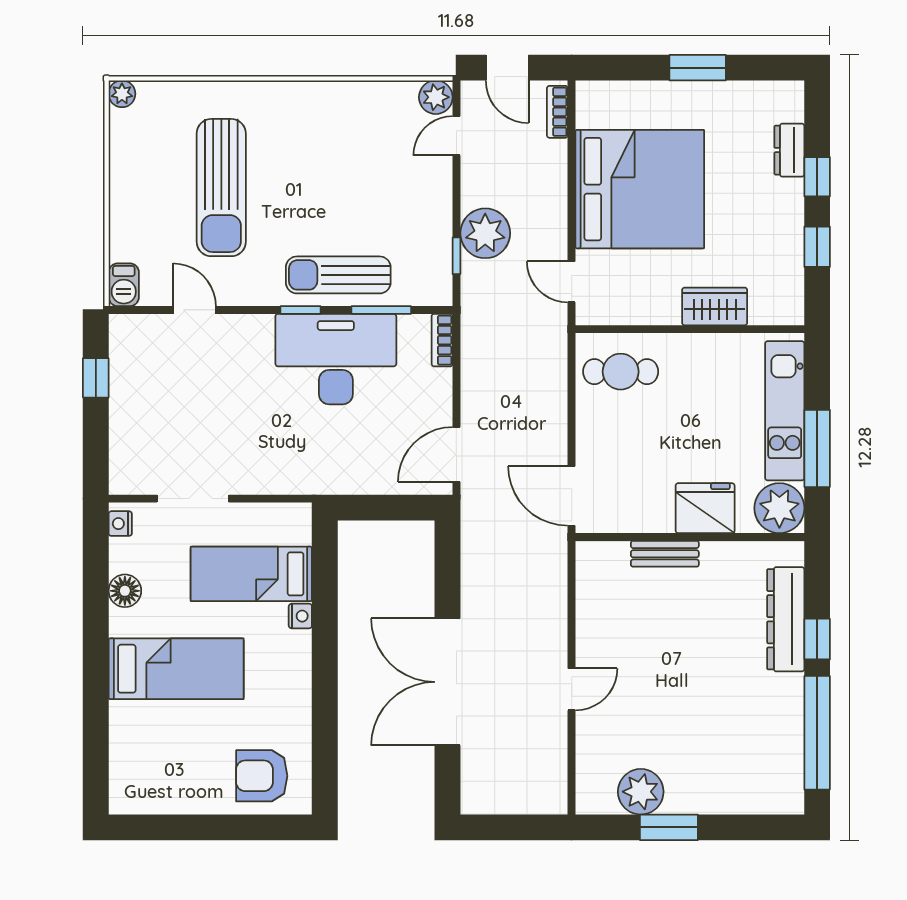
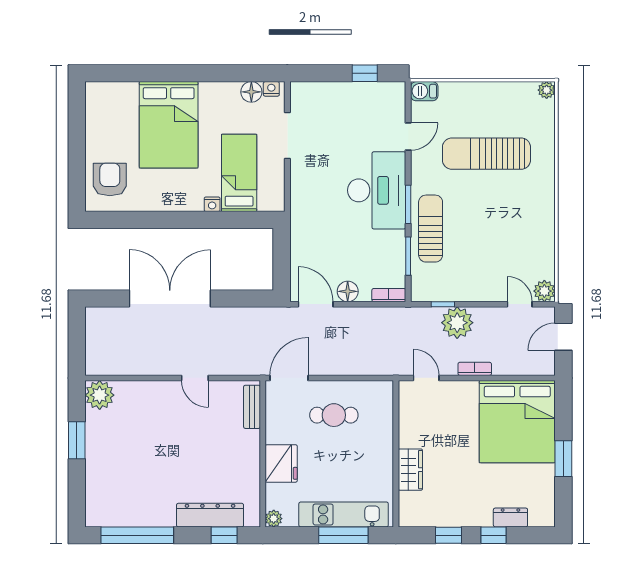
bookcase: (557, 112) -> (475, 369), moved
bed: (640, 189) -> (517, 422), moved
door: (572, 282) -> (426, 378), hinge flipped
window: (300, 310) -> (408, 204), width x1.50
desk: (336, 359) -> (377, 190), moved
cafe table: (621, 372) -> (334, 415), moved, turned 90
floor lamp: (436, 404) -> (348, 291), added
window: (817, 448) -> (343, 535), moved
plant: (779, 508) -> (274, 519), width x0.53, depth x0.53
bench: (665, 554) -> (252, 407), moved
floor lamp: (125, 591) -> (251, 92), moved
window: (817, 639) -> (224, 535), moved
bed: (176, 669) -> (169, 125), width x1.50
door: (572, 689) -> (195, 378), moved
plant: (641, 792) -> (100, 395), moved

